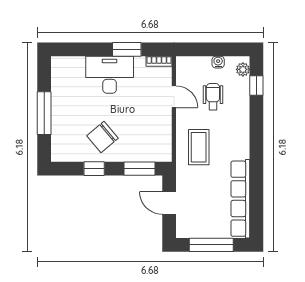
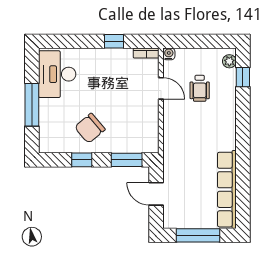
window: (127, 49) -> (114, 41), width x0.67
water cooler: (218, 62) -> (169, 54), moved
desk: (110, 75) -> (57, 74), moved, turned -90
wheelchair: (213, 97) -> (200, 88), turned 180
coffee table: (199, 147) -> (185, 138), removed

